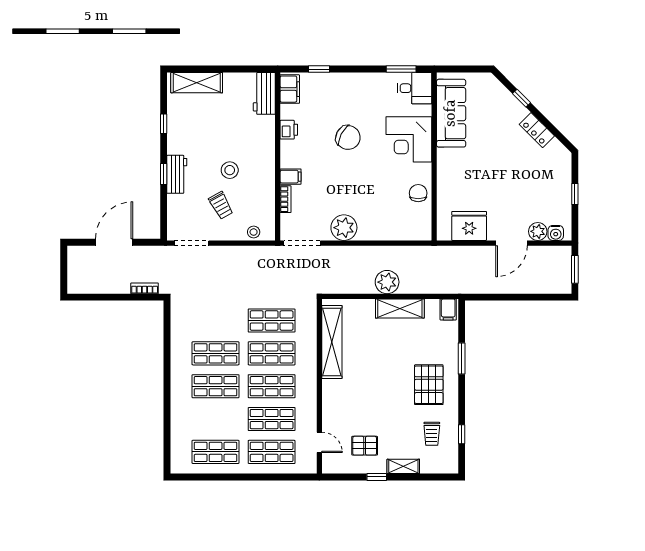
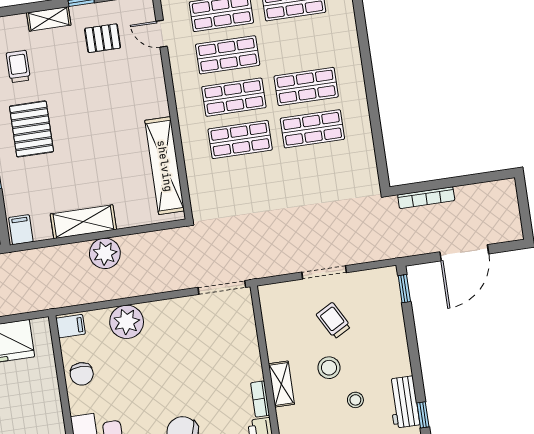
shelving: (268, 163) -> (281, 384), added
window: (164, 174) -> (404, 289), moved
workbench: (177, 174) -> (404, 402), moved
filing cabinet: (291, 177) -> (70, 326), moved, turned 180
bookcase: (286, 199) -> (260, 399), moved
plant: (344, 228) -> (127, 322), moved
stool: (254, 232) -> (355, 400), moved
doorway: (192, 243) -> (324, 272), moved
bookcase: (145, 288) -> (426, 198), width x1.56
shop shelf: (272, 321) -> (246, 182), removed

